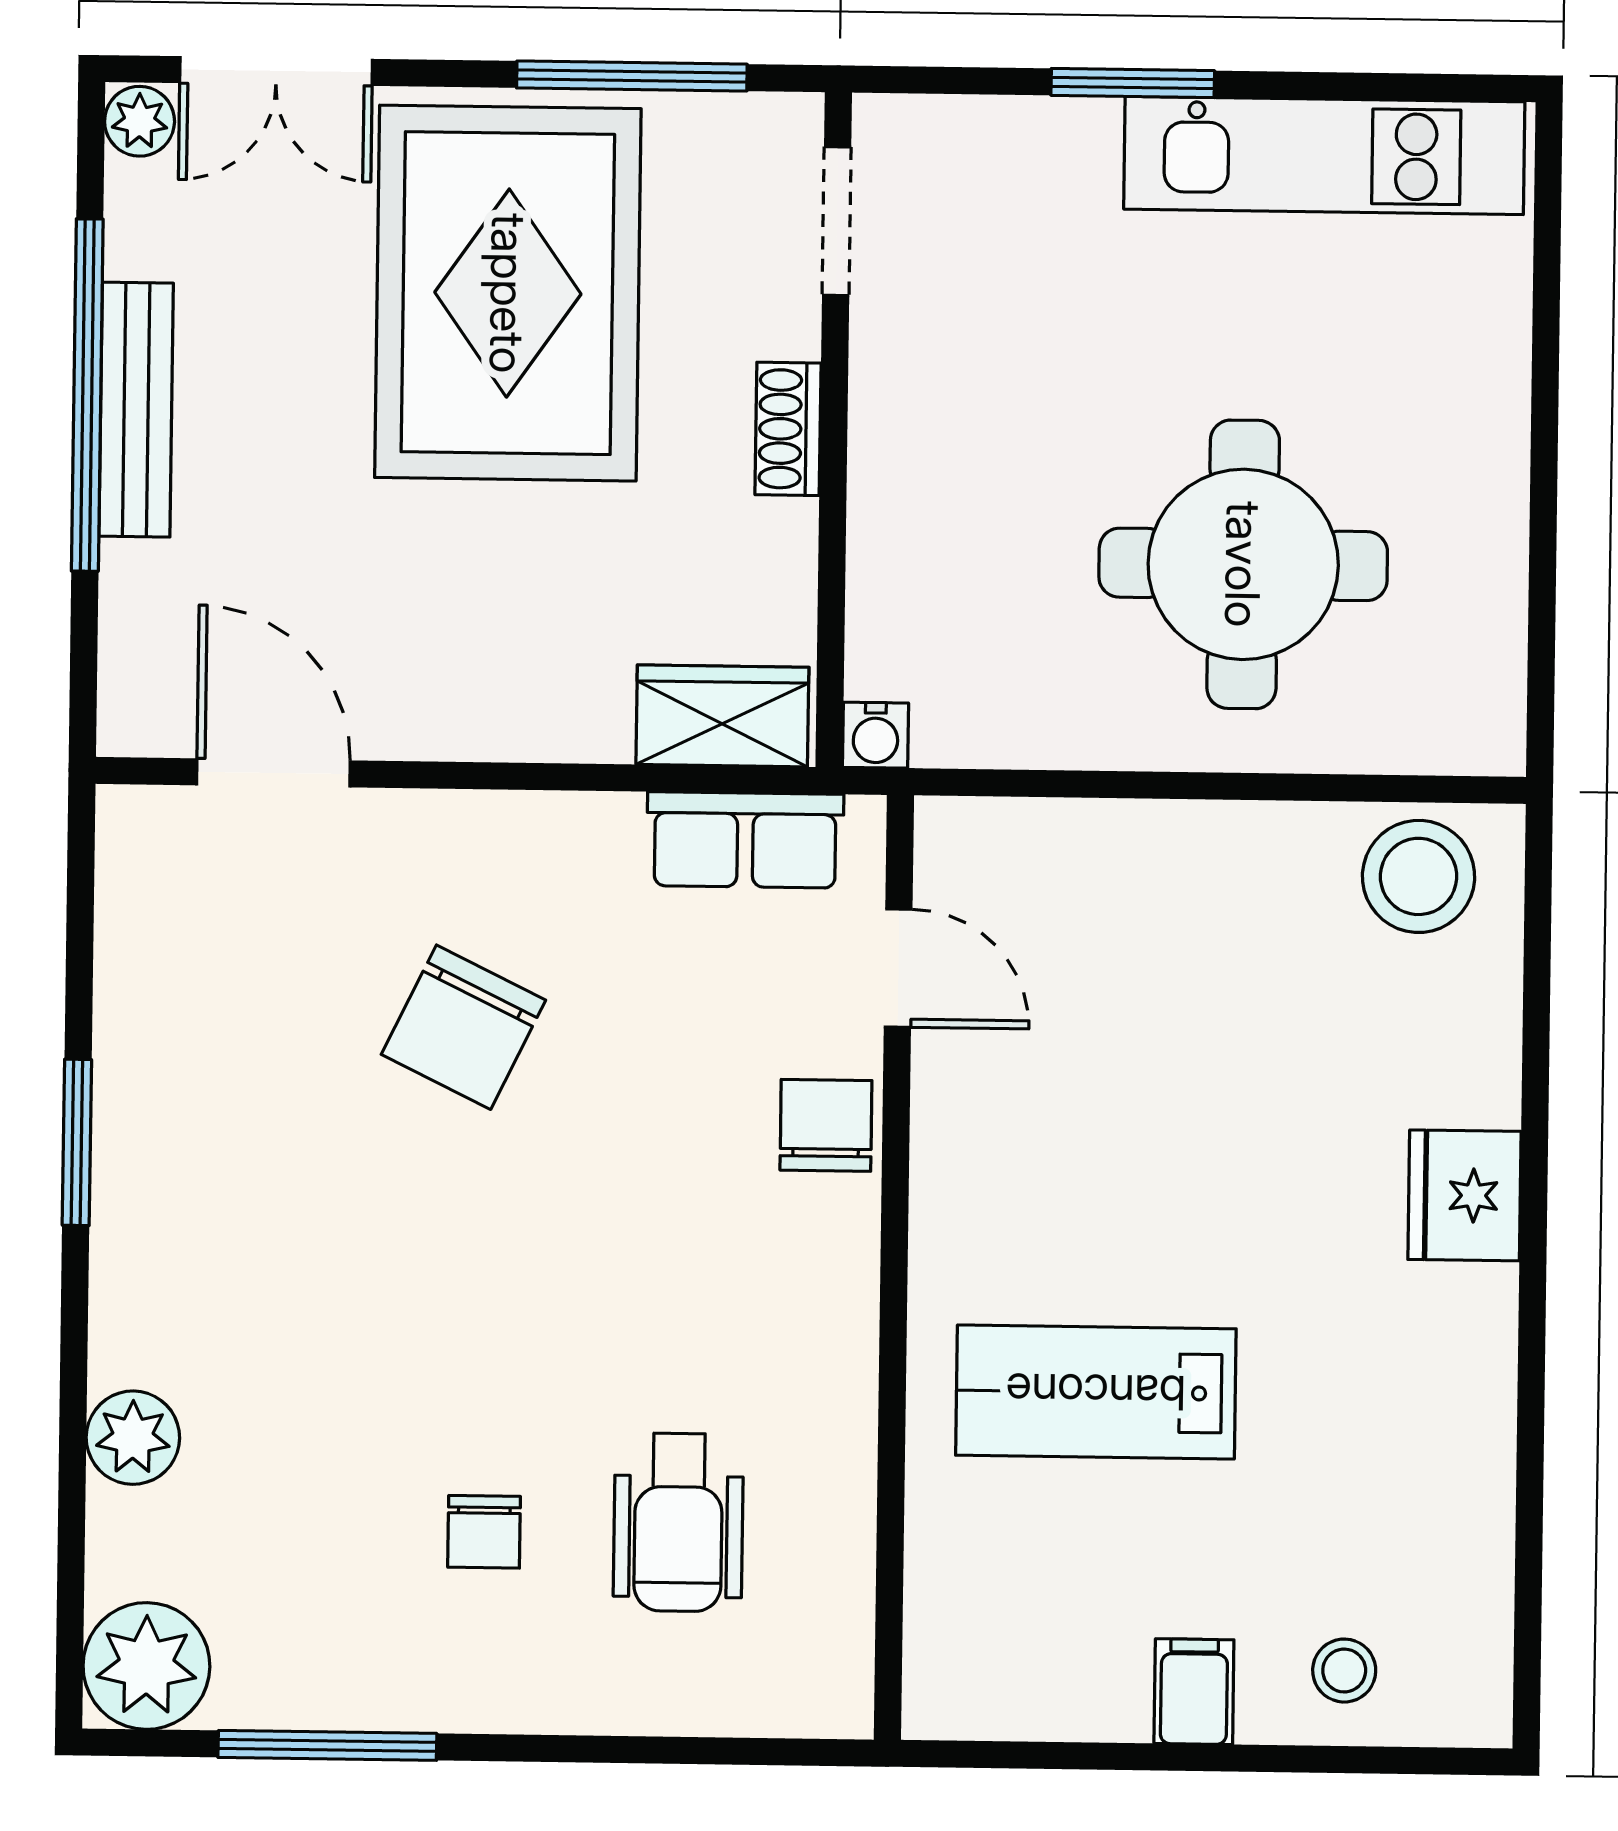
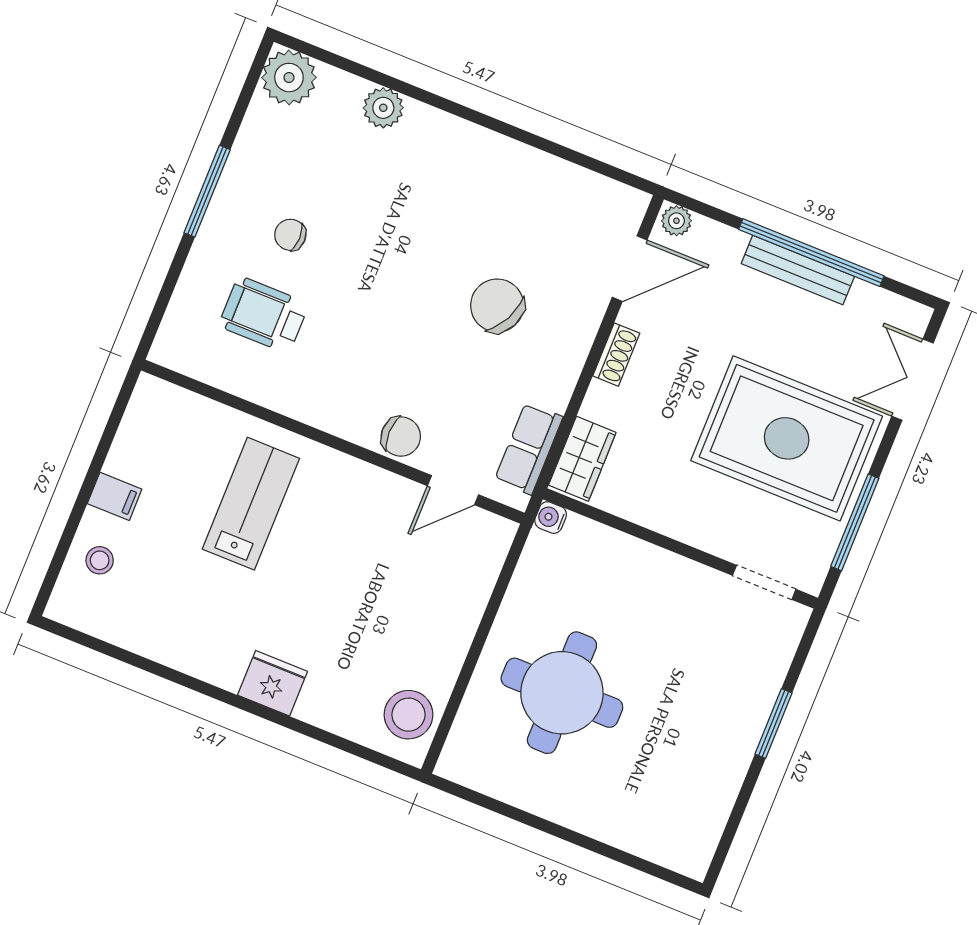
plant: (140, 121) -> (676, 221), moved
kitchen unit: (1324, 156) -> (714, 789), removed
shoe rack: (788, 429) -> (616, 355), moved, turned 90
window: (77, 1142) -> (511, 131), removed
window: (327, 1745) -> (207, 191), moved

